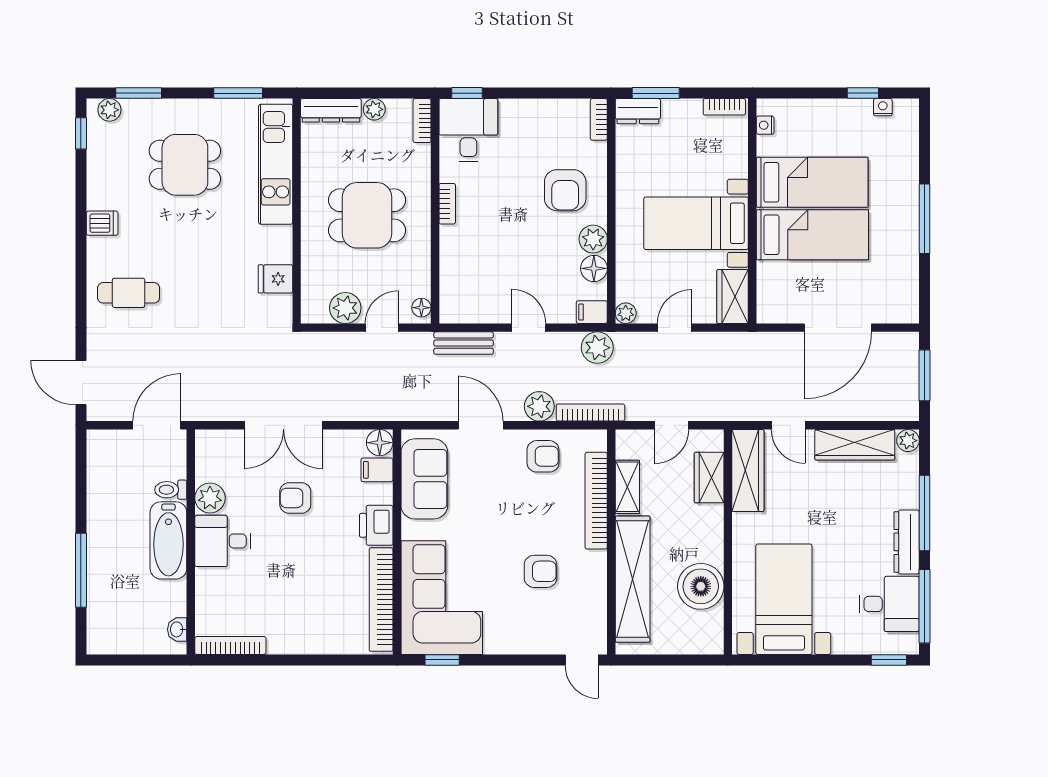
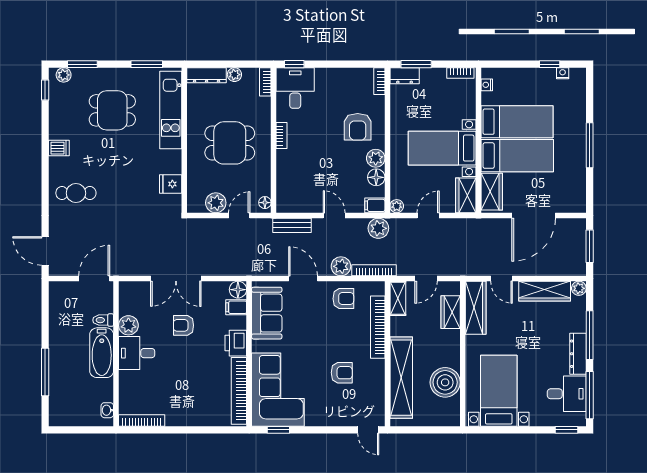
wardrobe: (773, 291) -> (492, 192), added
shelving: (627, 487) -> (398, 298), moved

